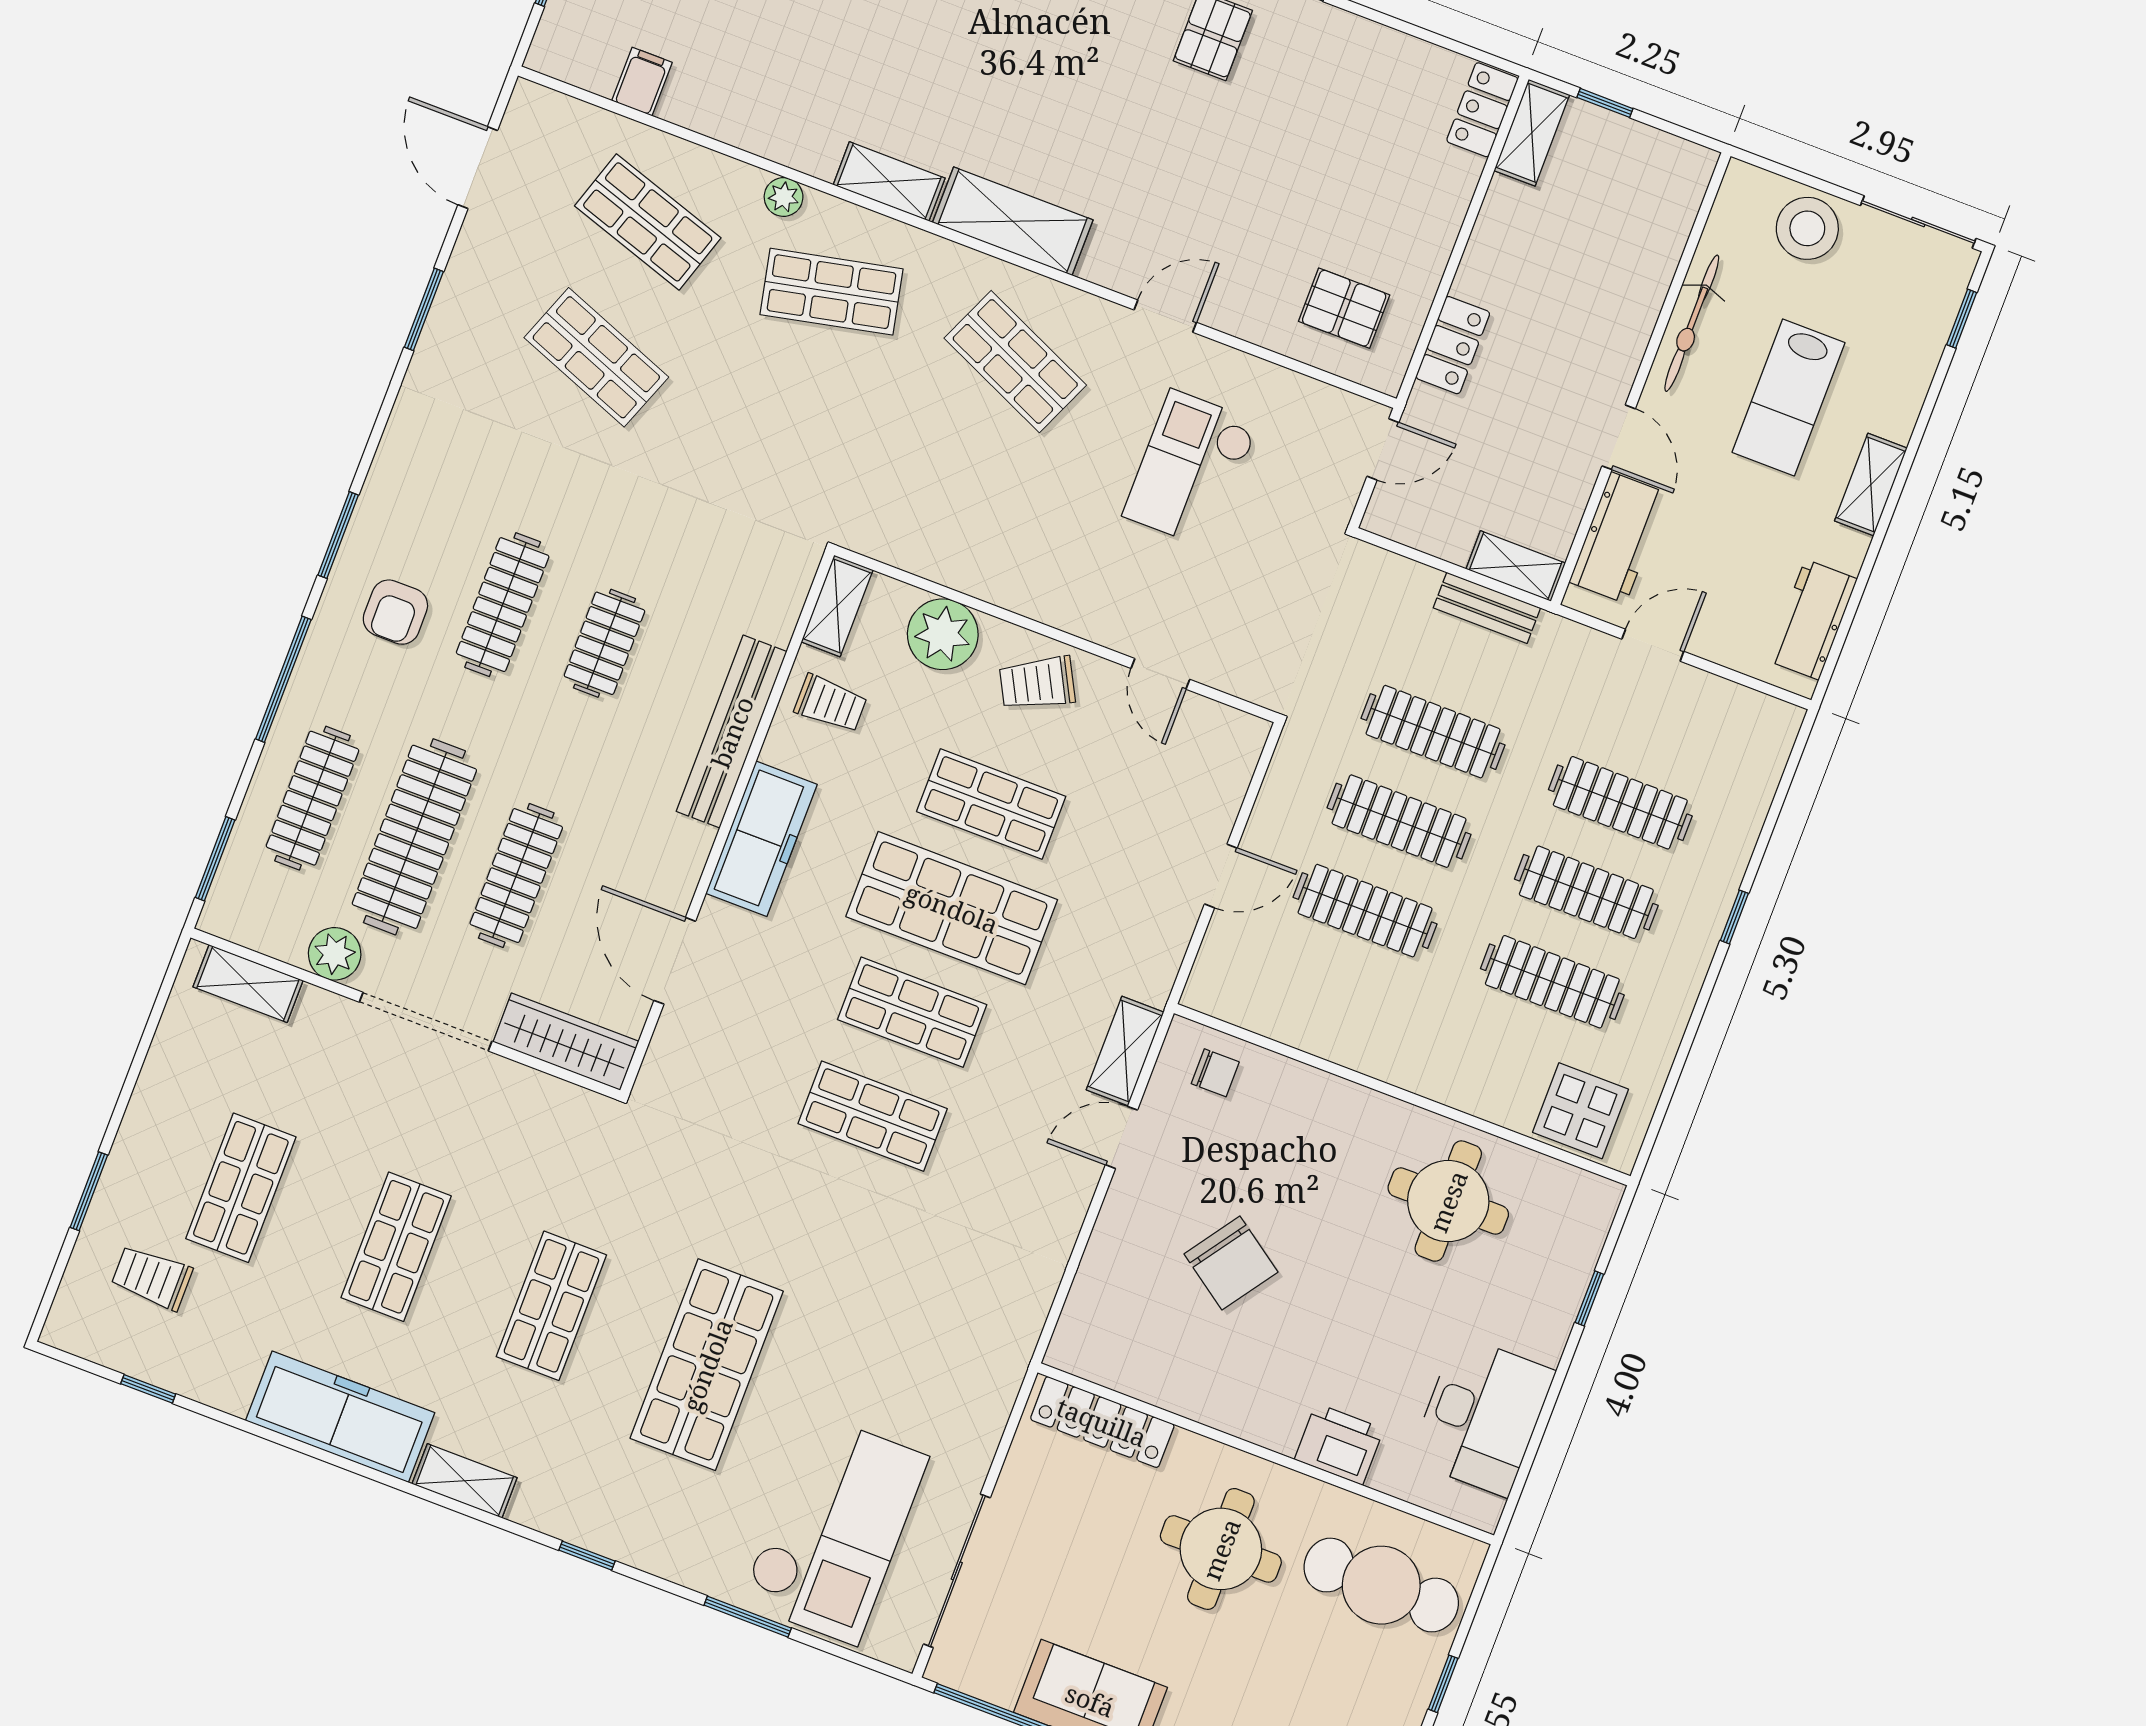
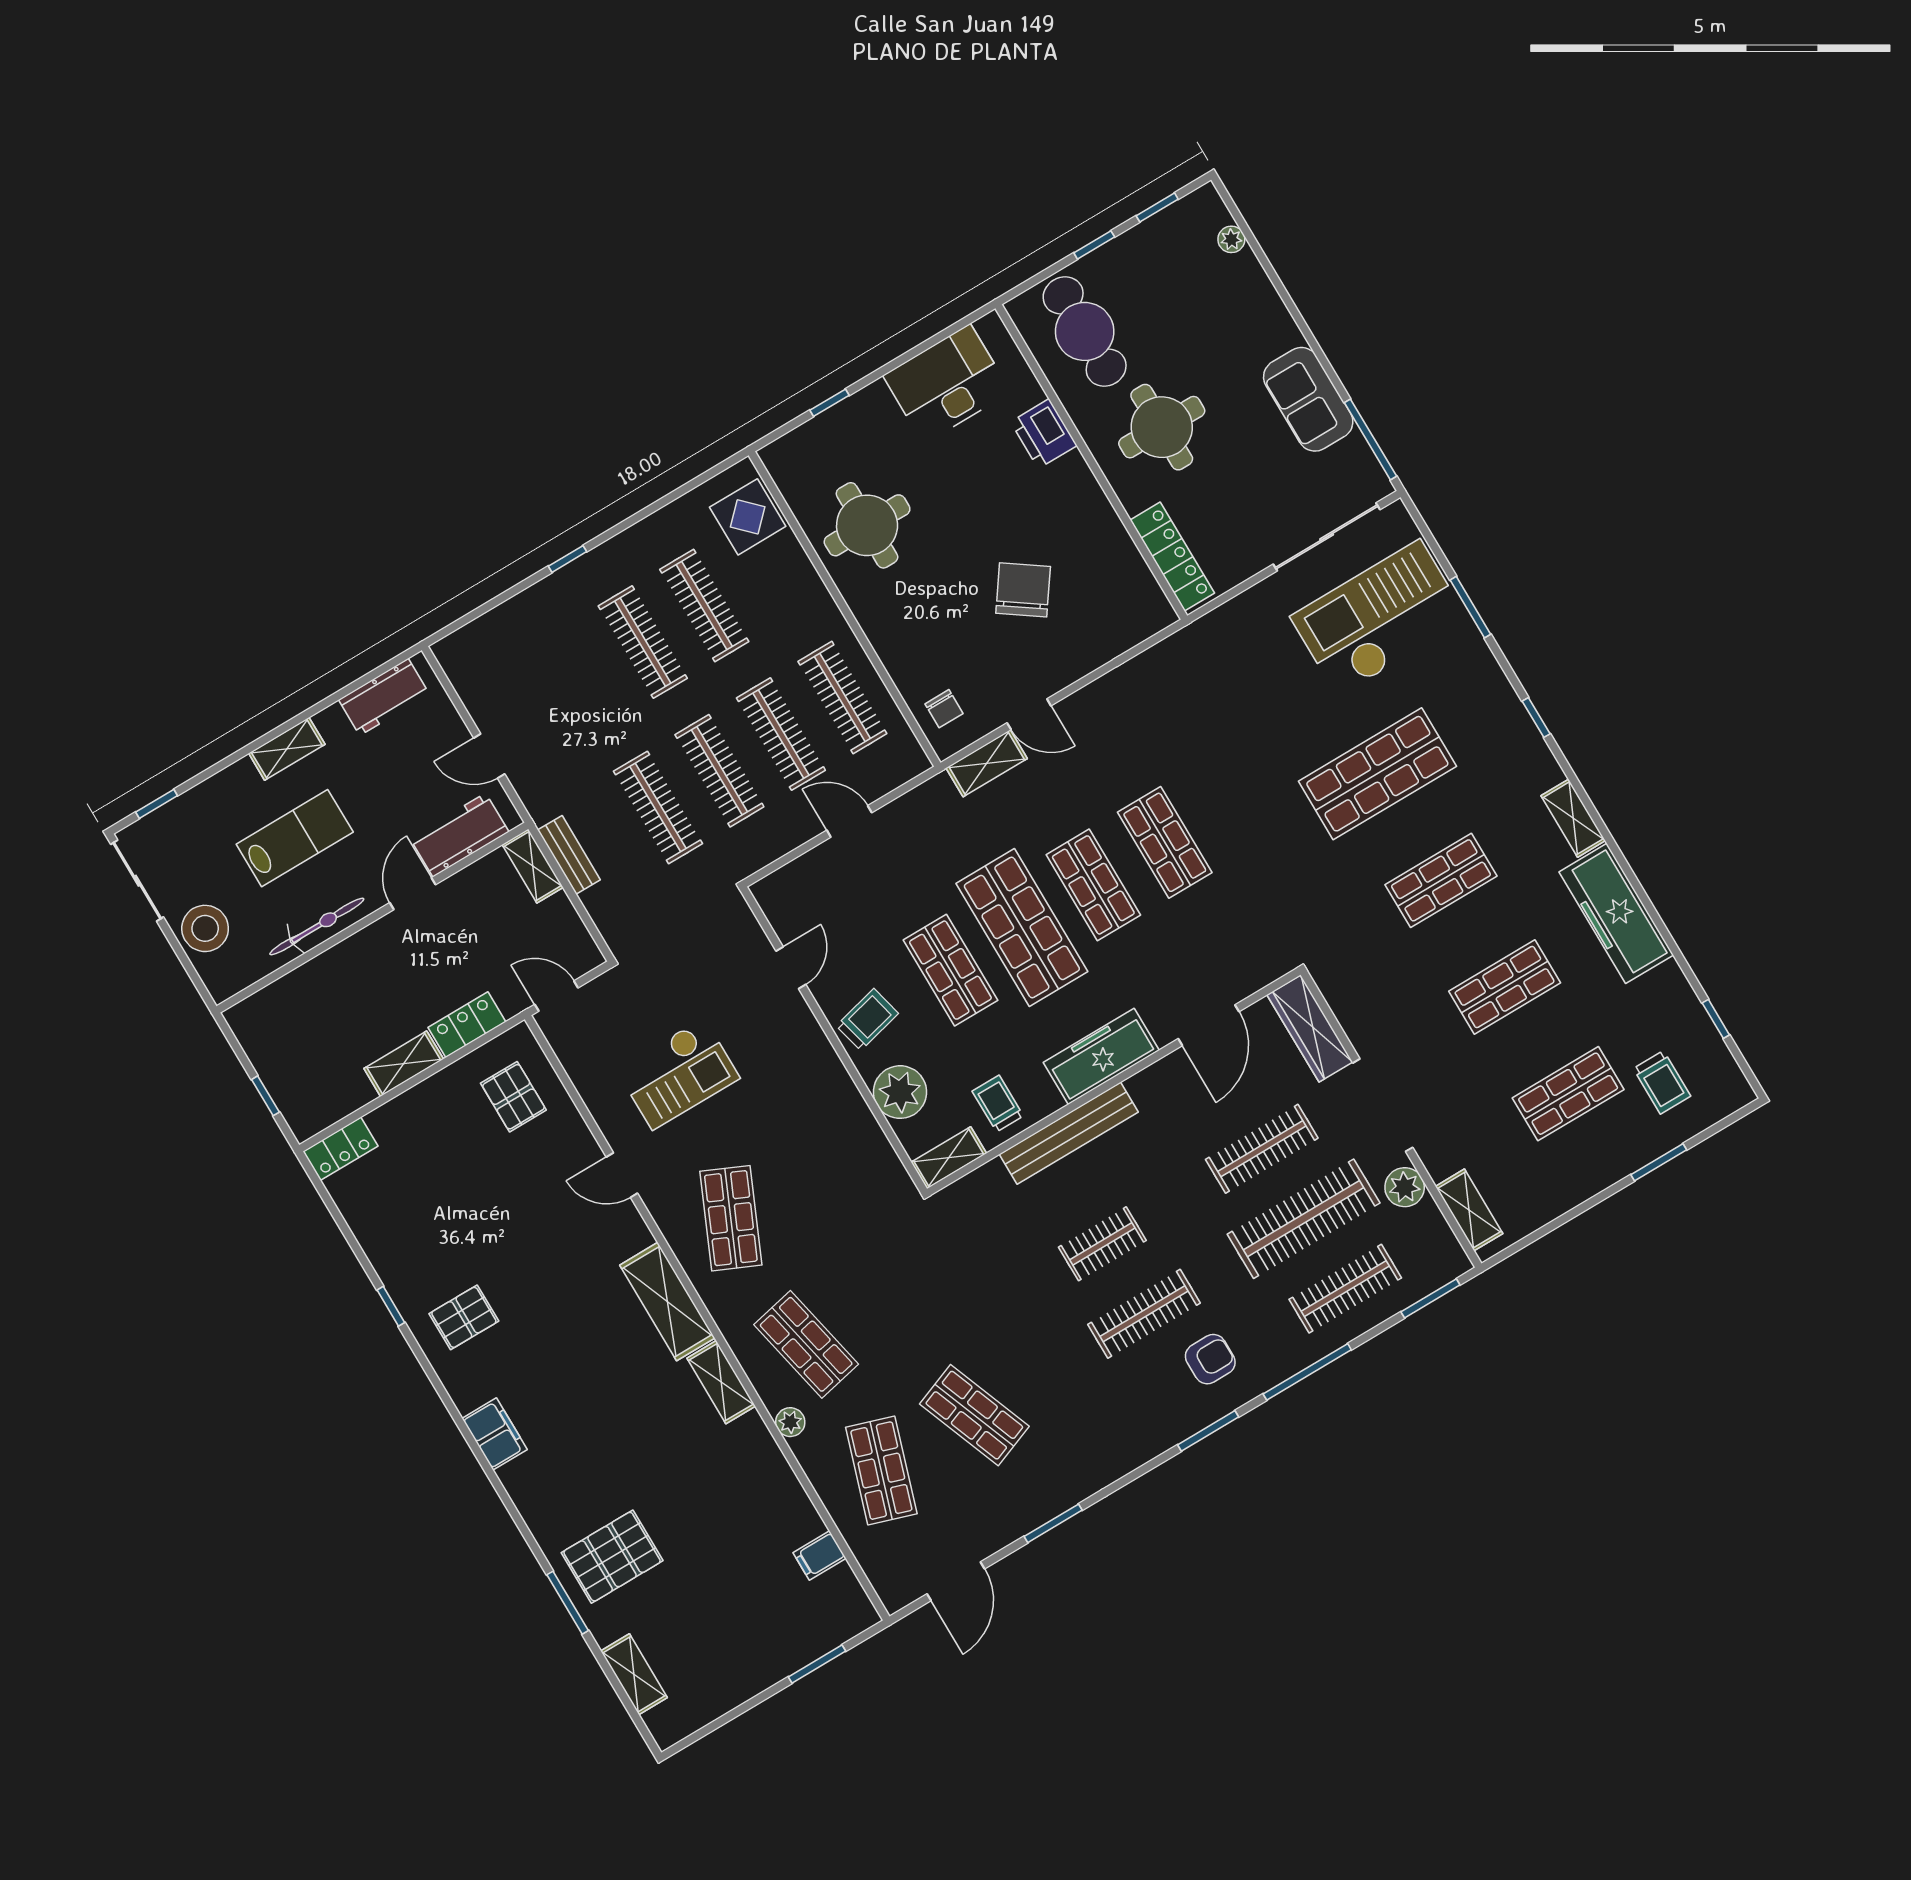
shelving: (1532, 133) -> (404, 1064), moved
shop shelf: (596, 357) -> (974, 1415), turned -42
trolley: (1037, 683) -> (867, 1020), turned -76
clothes rail: (1620, 803) -> (842, 697), moved
chair: (1215, 1073) -> (944, 709), turned 180

